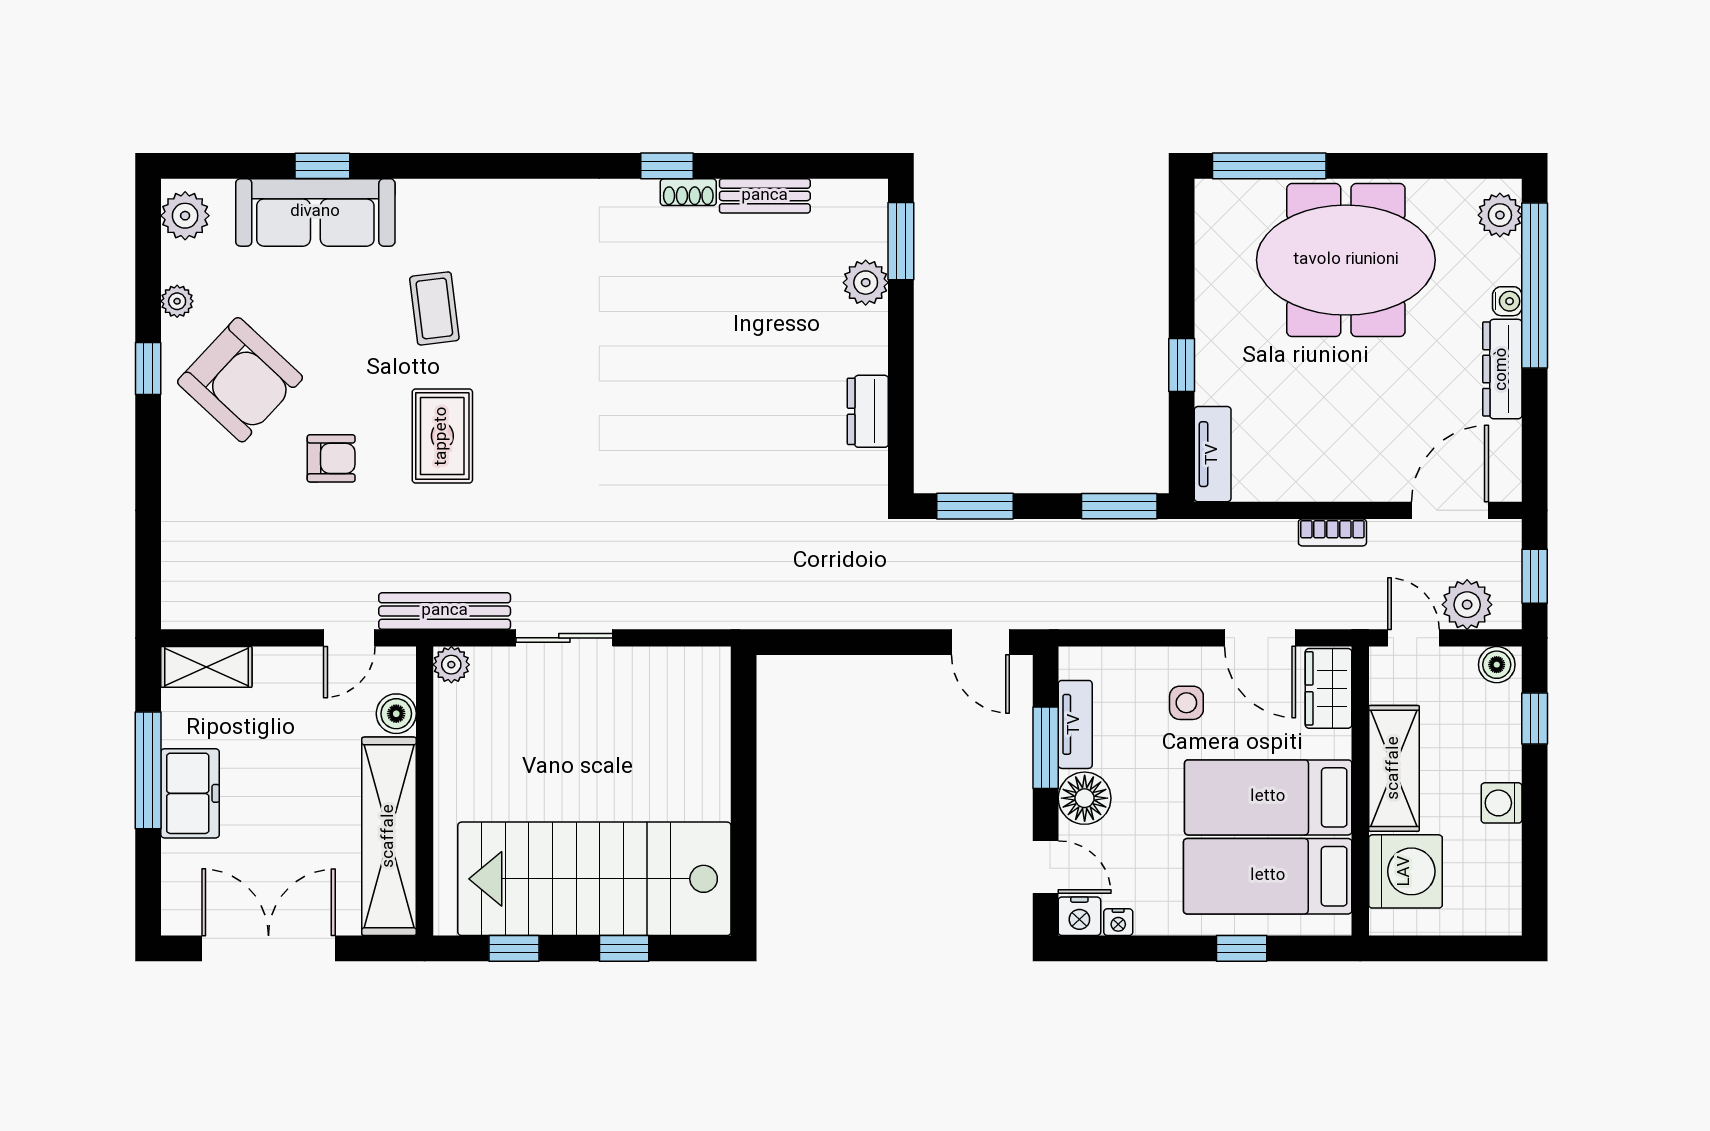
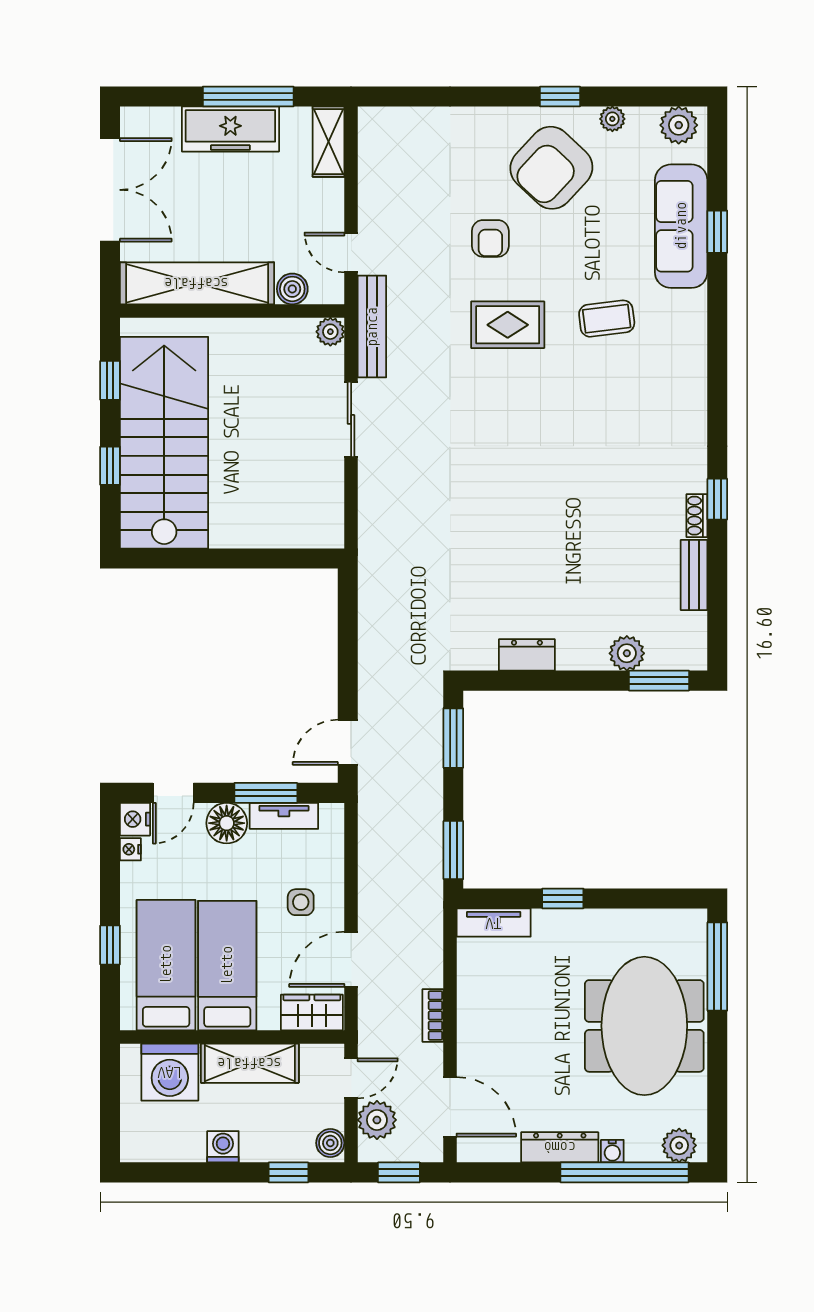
freezer: (190, 793) -> (230, 129), width x1.40

